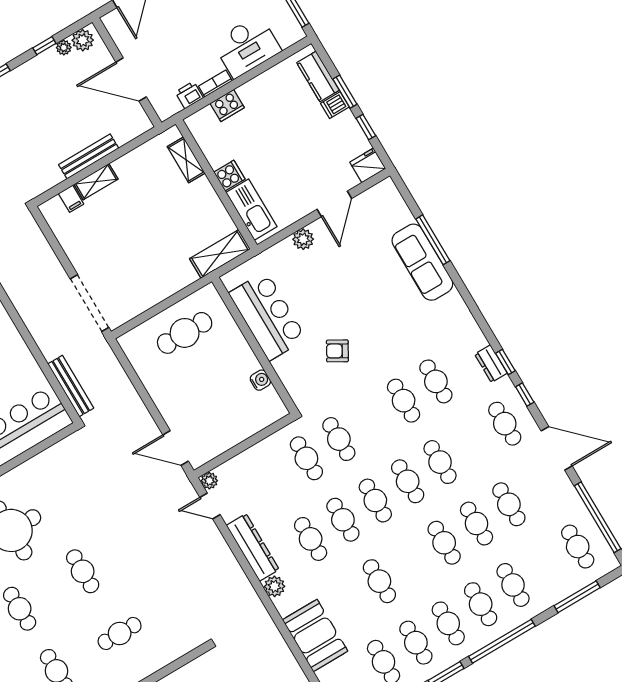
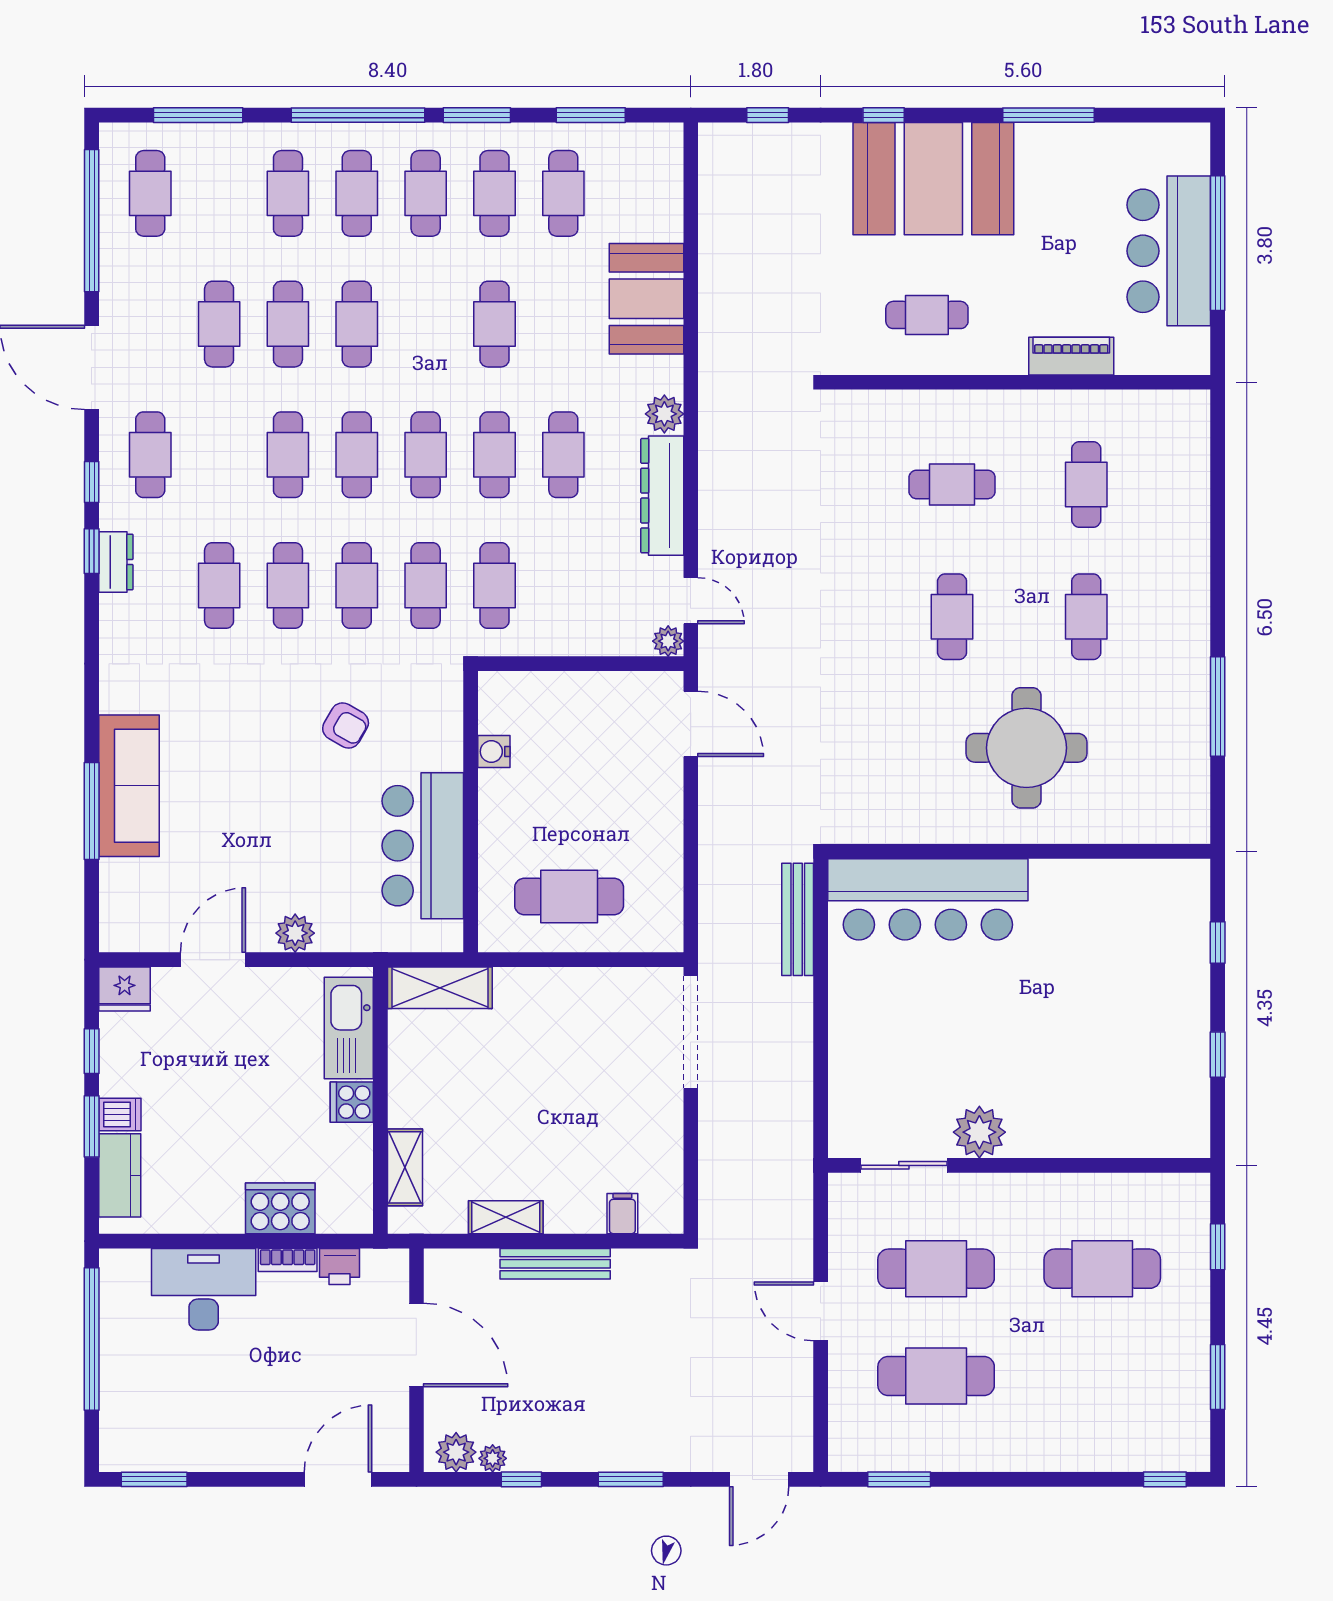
cooker: (227, 106) -> (280, 1208), width x1.37, depth x1.31
shelving: (96, 182) -> (506, 1217), moved
cafe table: (371, 420) -> (357, 586), added

